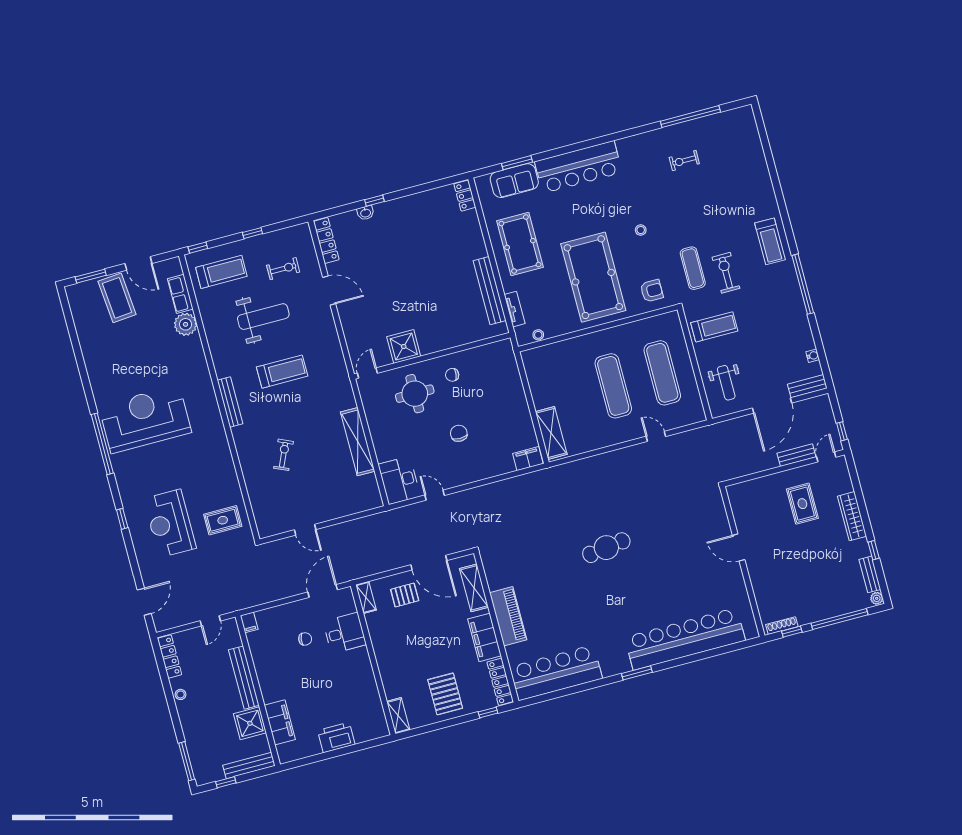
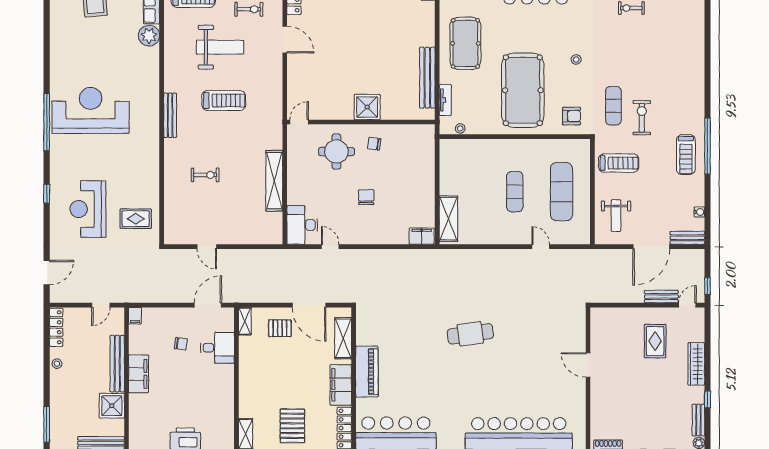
treadmill: (770, 241) -> (686, 155), moved
shower: (404, 347) -> (367, 107), moved
exercise mat: (613, 386) -> (515, 192), width x0.73, depth x0.69
exercise bike: (283, 455) -> (205, 175), turned 66
filing cabinet: (280, 722) -> (139, 374), moved

